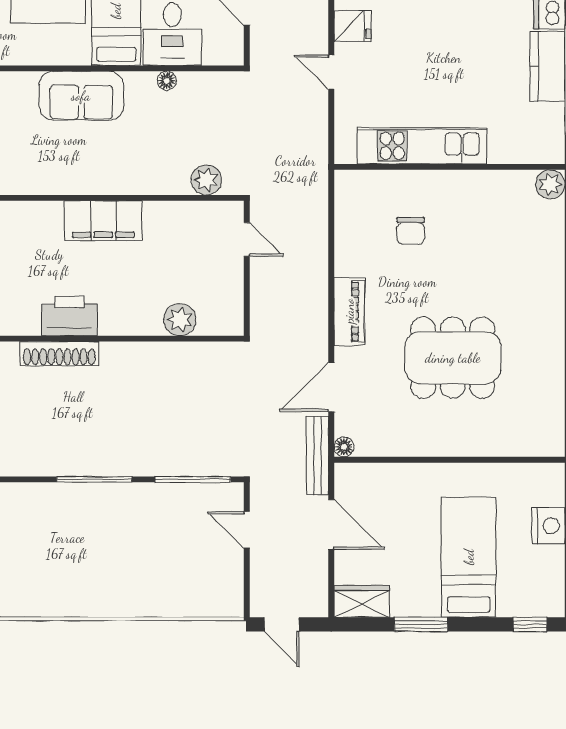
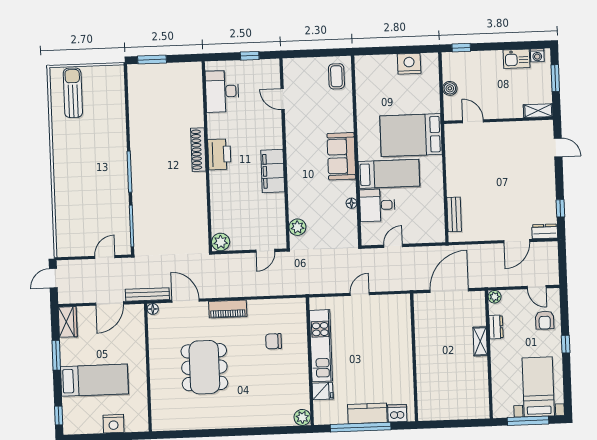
fridge: (352, 26) -> (323, 391), moved, turned -90
plant: (180, 320) -> (221, 242), moved

